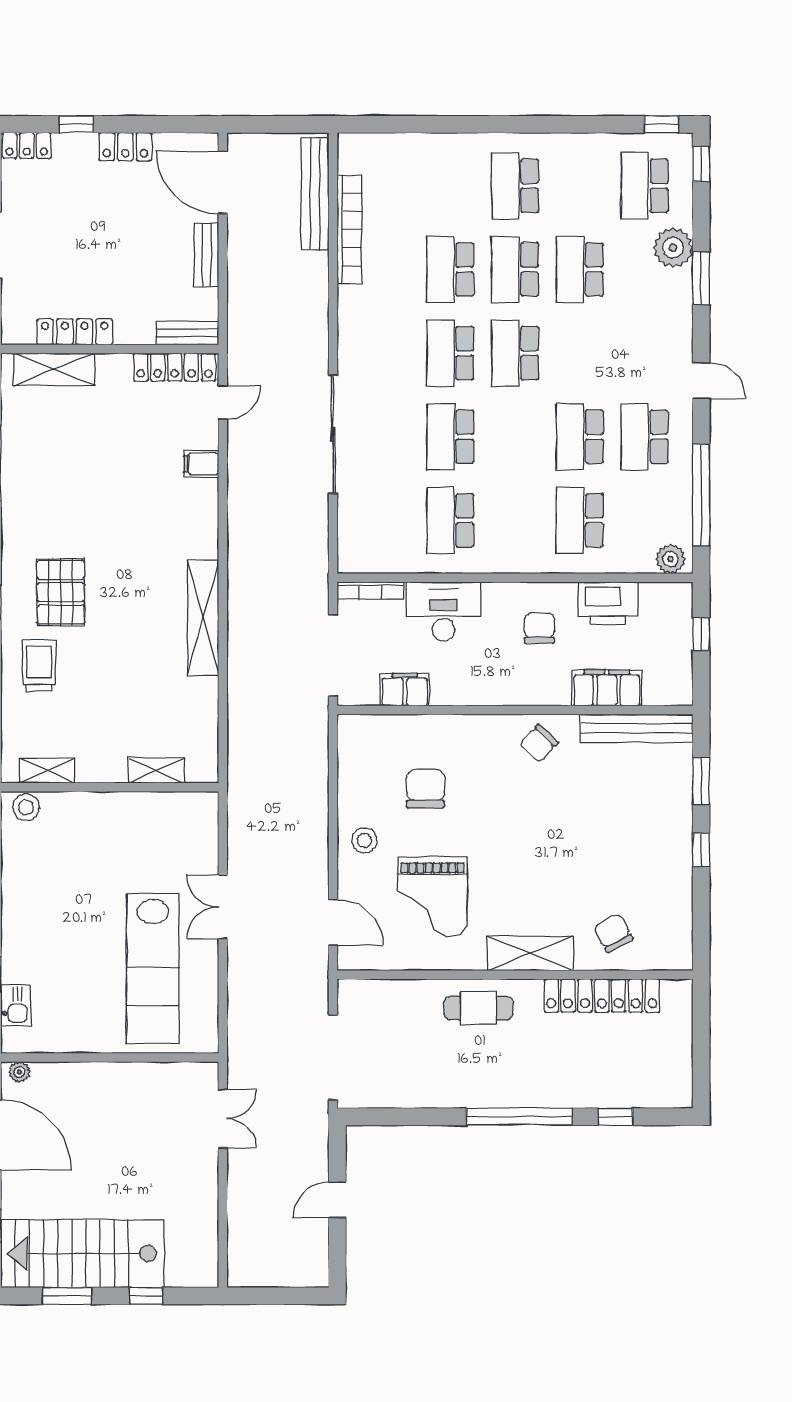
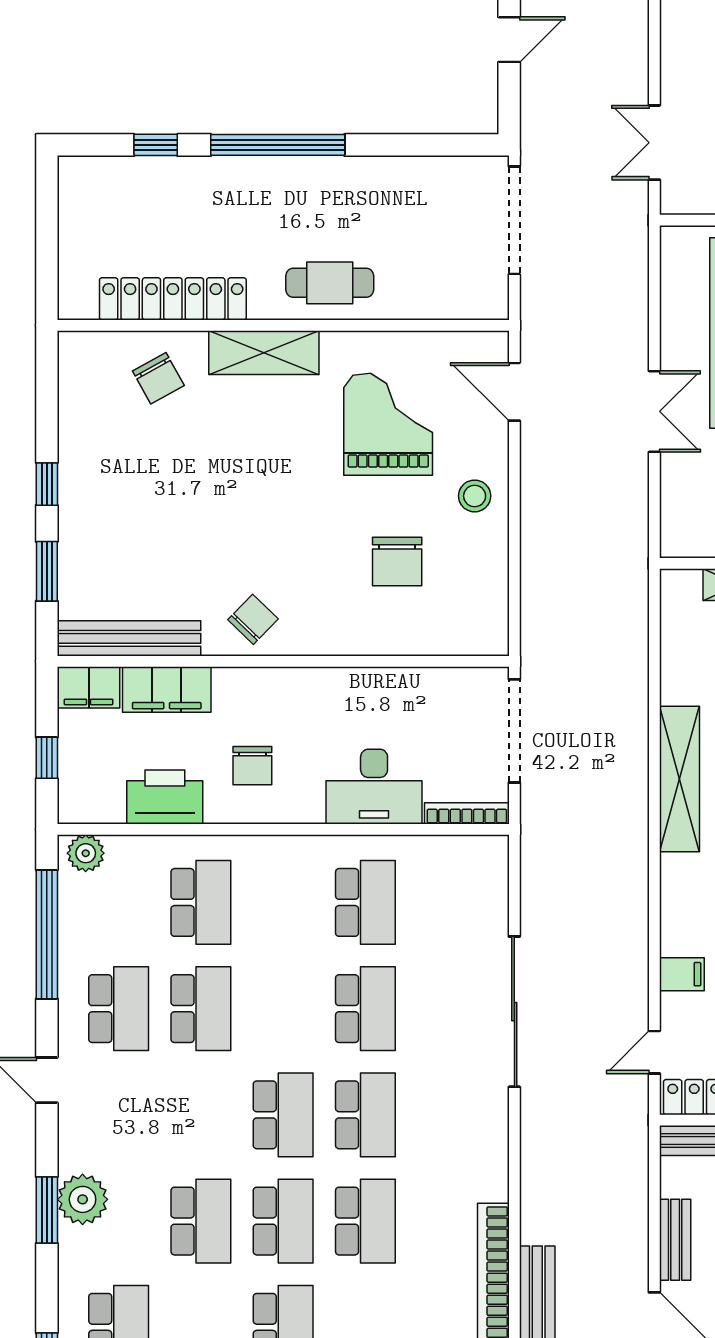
plant: (673, 248) -> (83, 1199), moved
filing cabinet: (405, 690) -> (89, 687), moved

